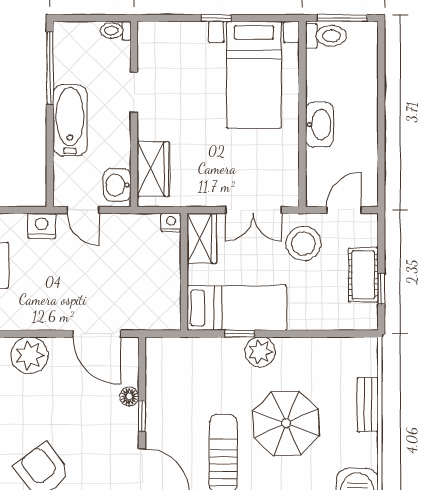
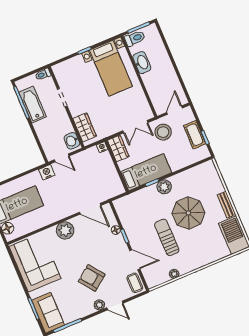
bathtub: (70, 120) -> (33, 105), moved
washbasin: (319, 125) -> (142, 63), moved
bench: (368, 405) -> (227, 205), moved

